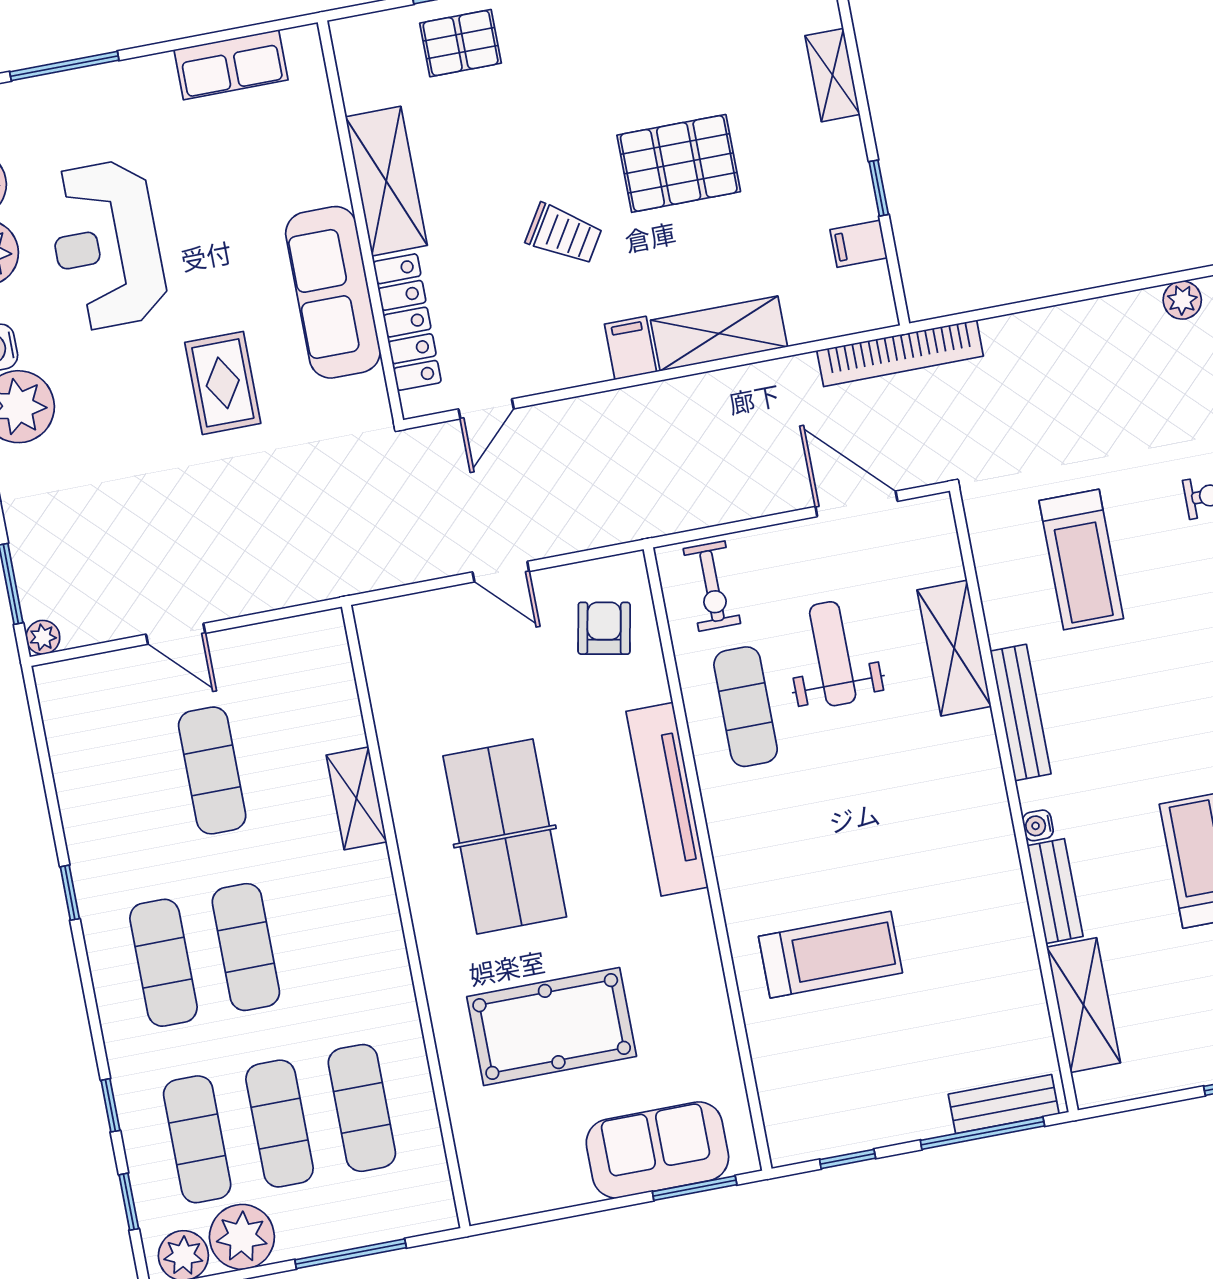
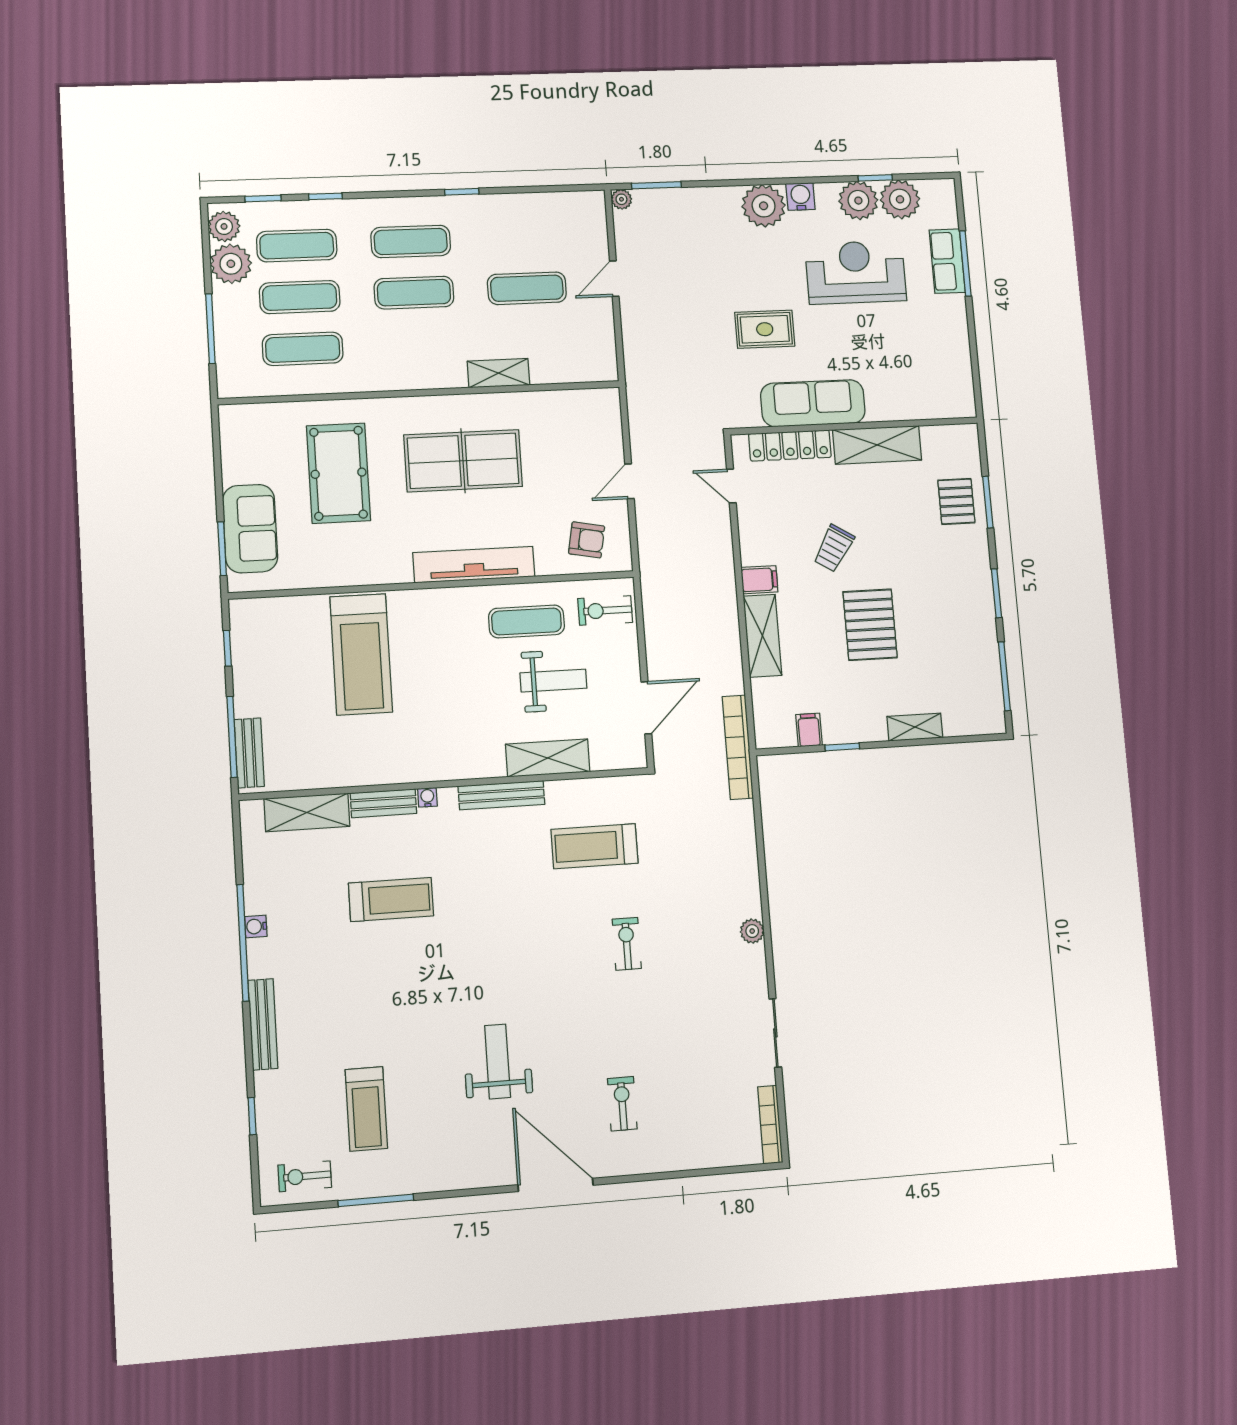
row of seats: (231, 65) -> (947, 261), moved
treadmill: (830, 955) -> (361, 654), width x1.37, depth x1.38

